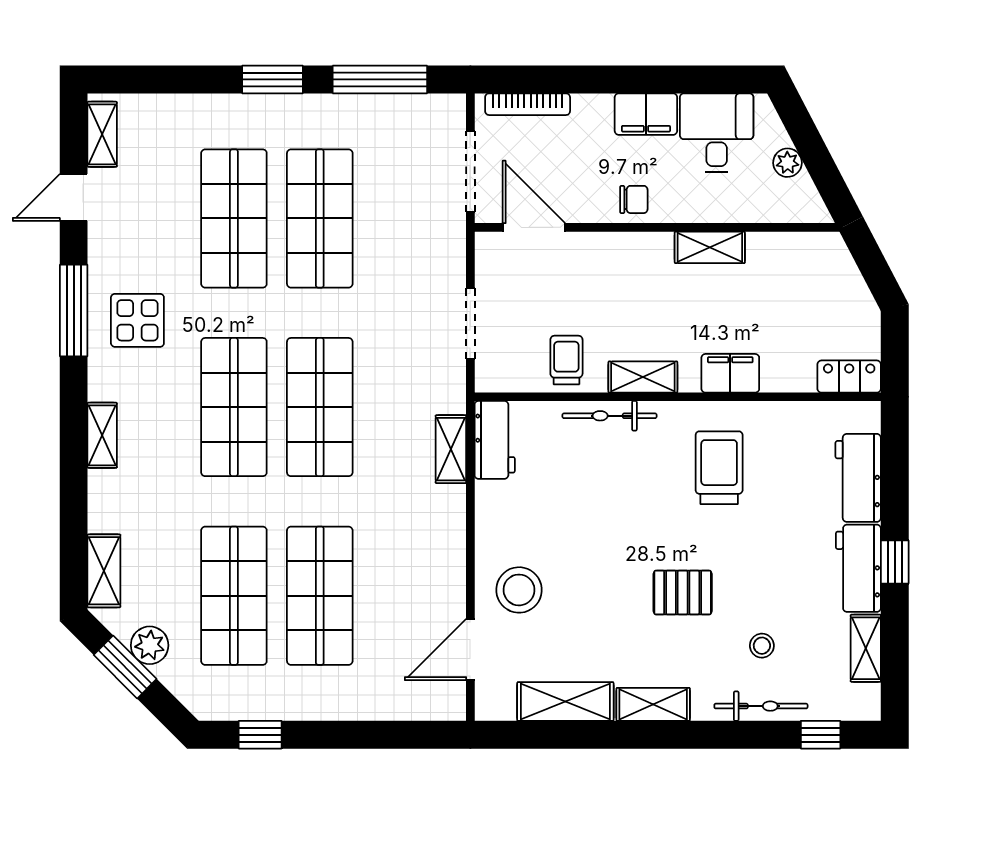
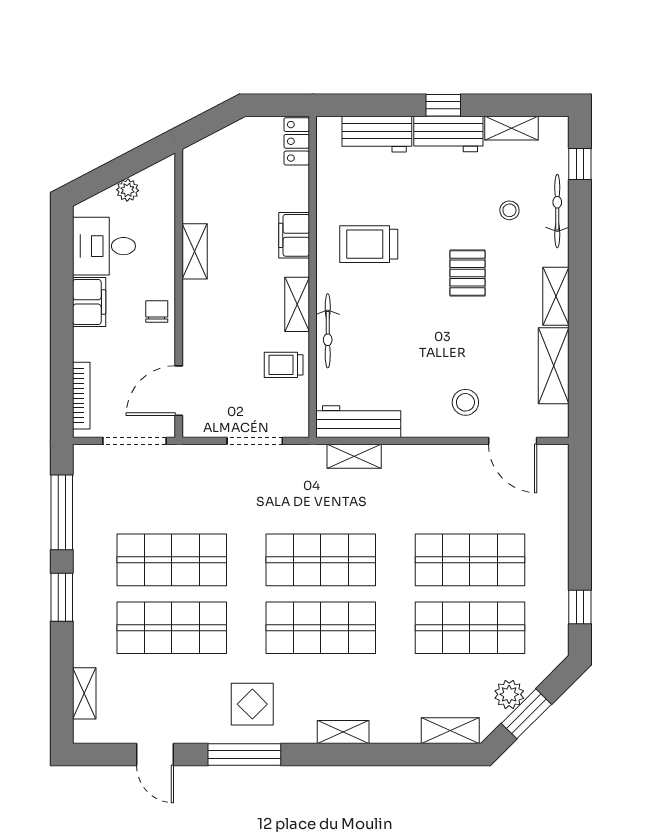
shelving: (102, 134) -> (84, 693), moved, turned 90
workbench: (495, 440) -> (358, 422), width x1.38
stool: (519, 590) -> (465, 402), width x0.73, depth x0.73

